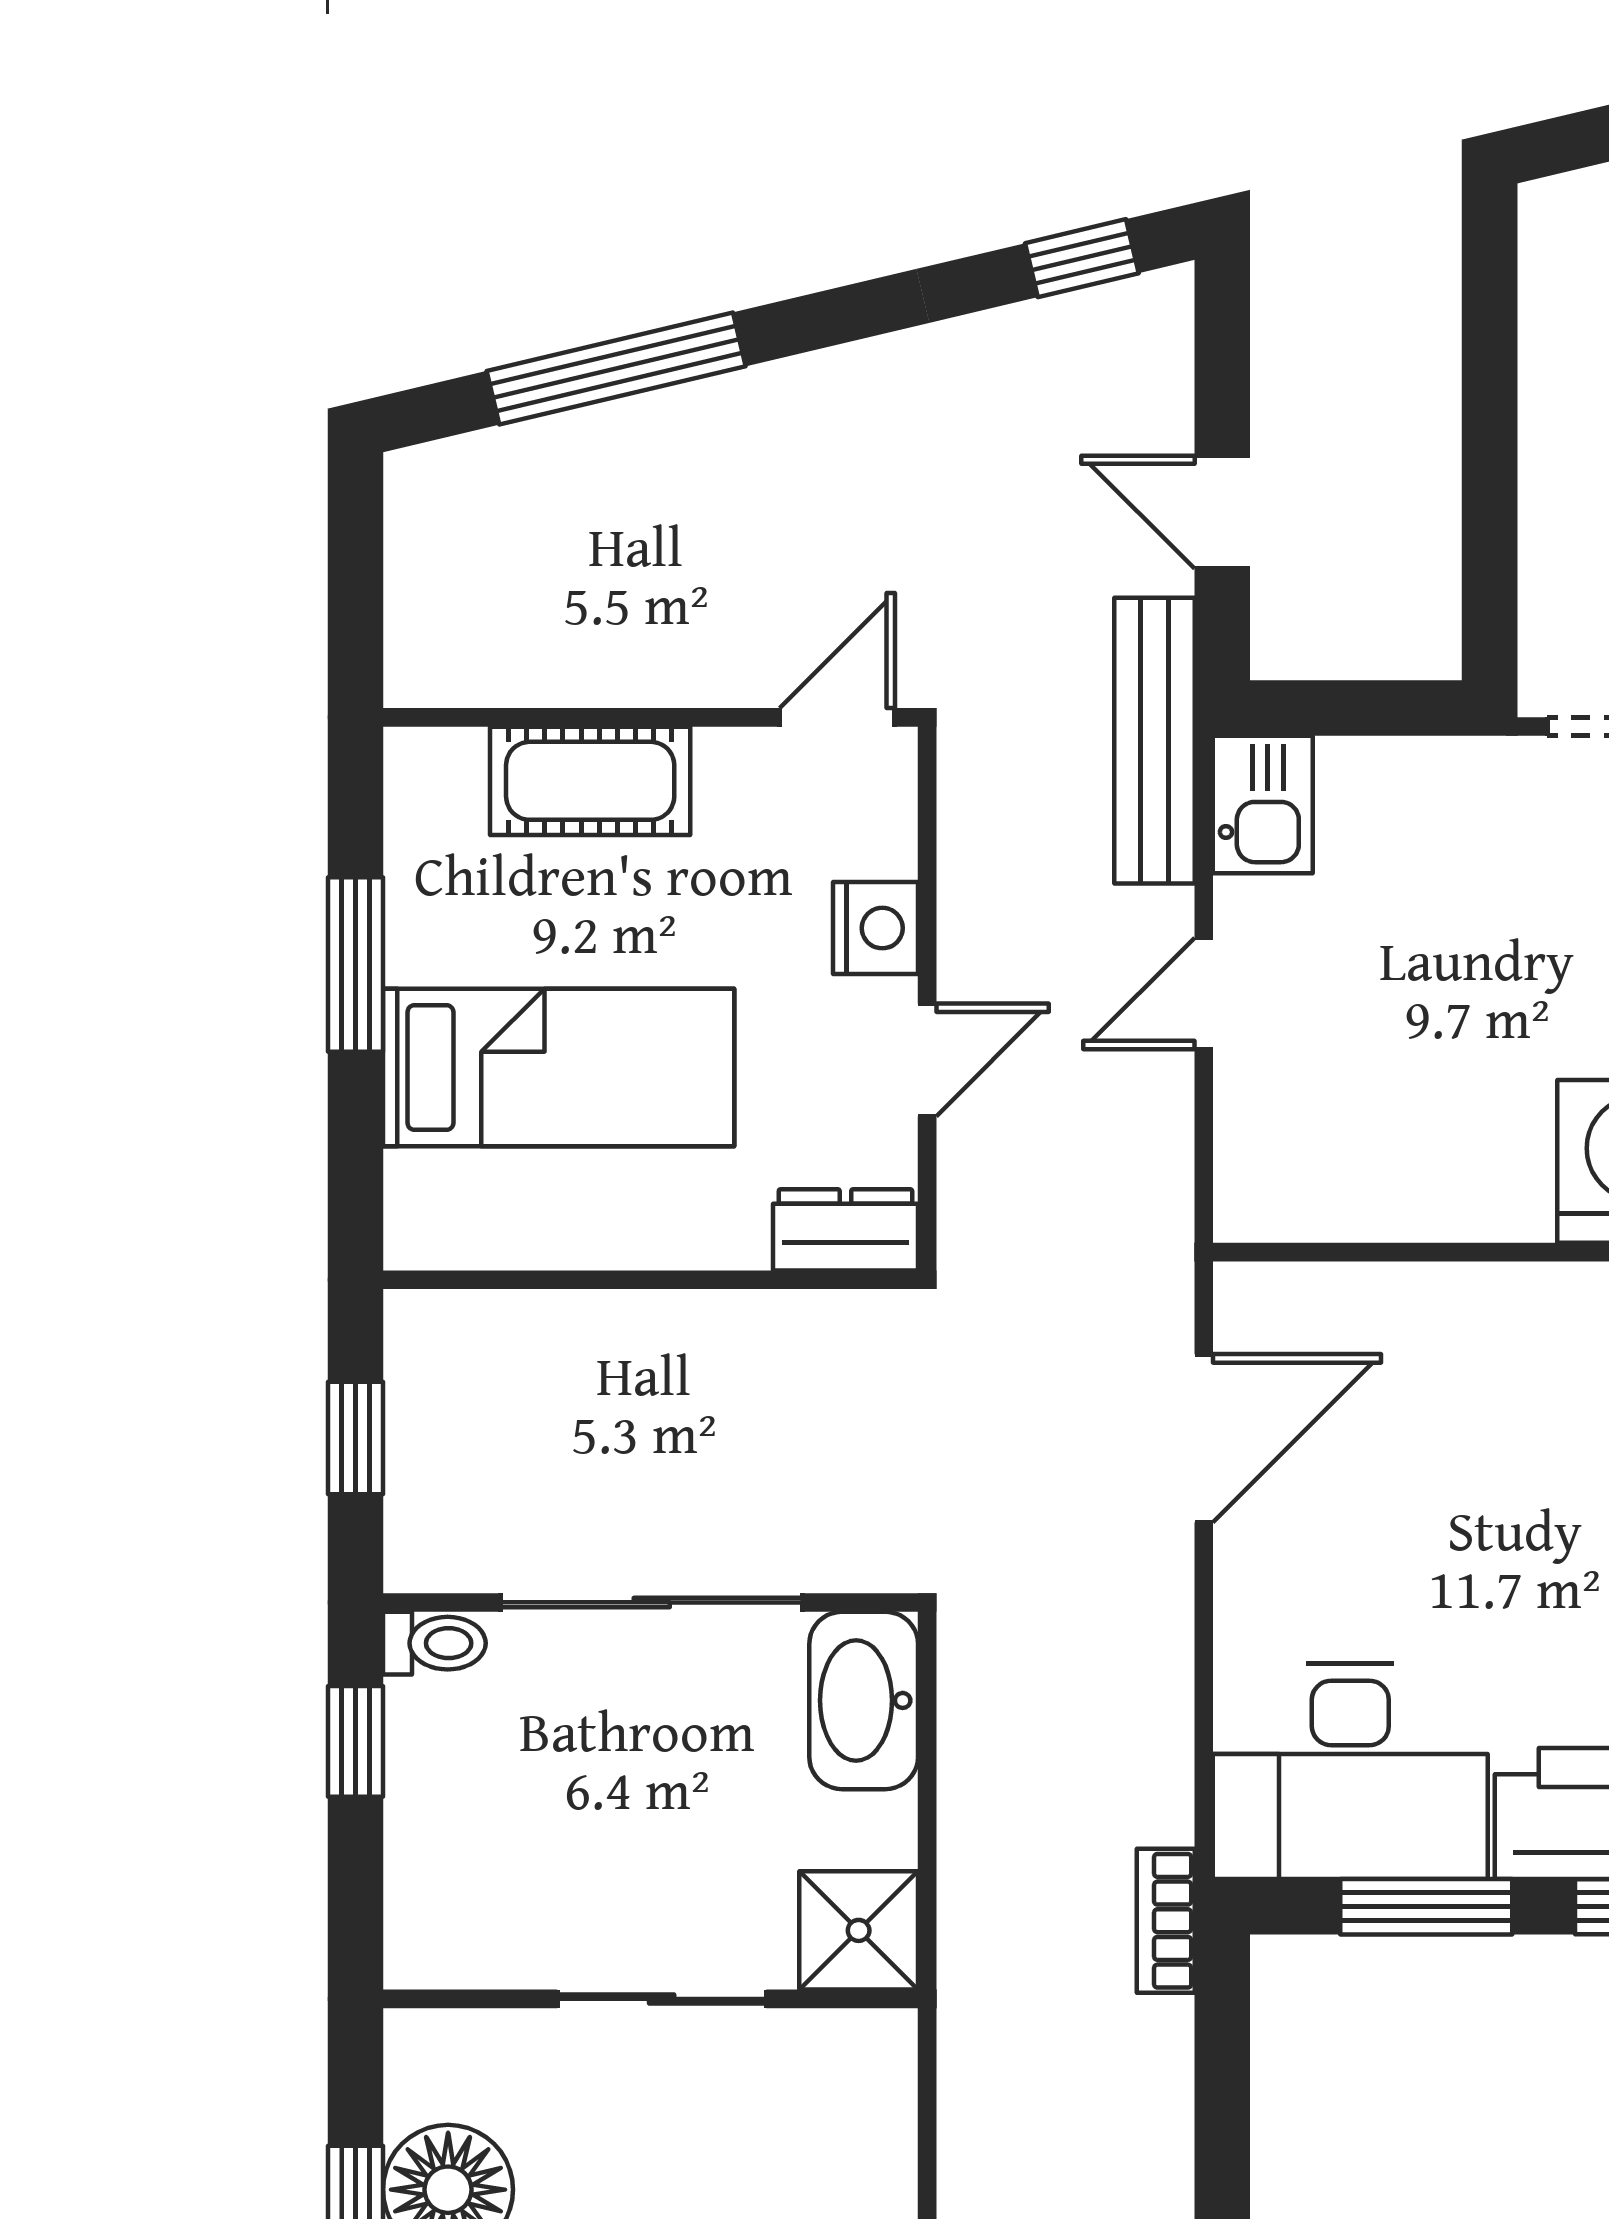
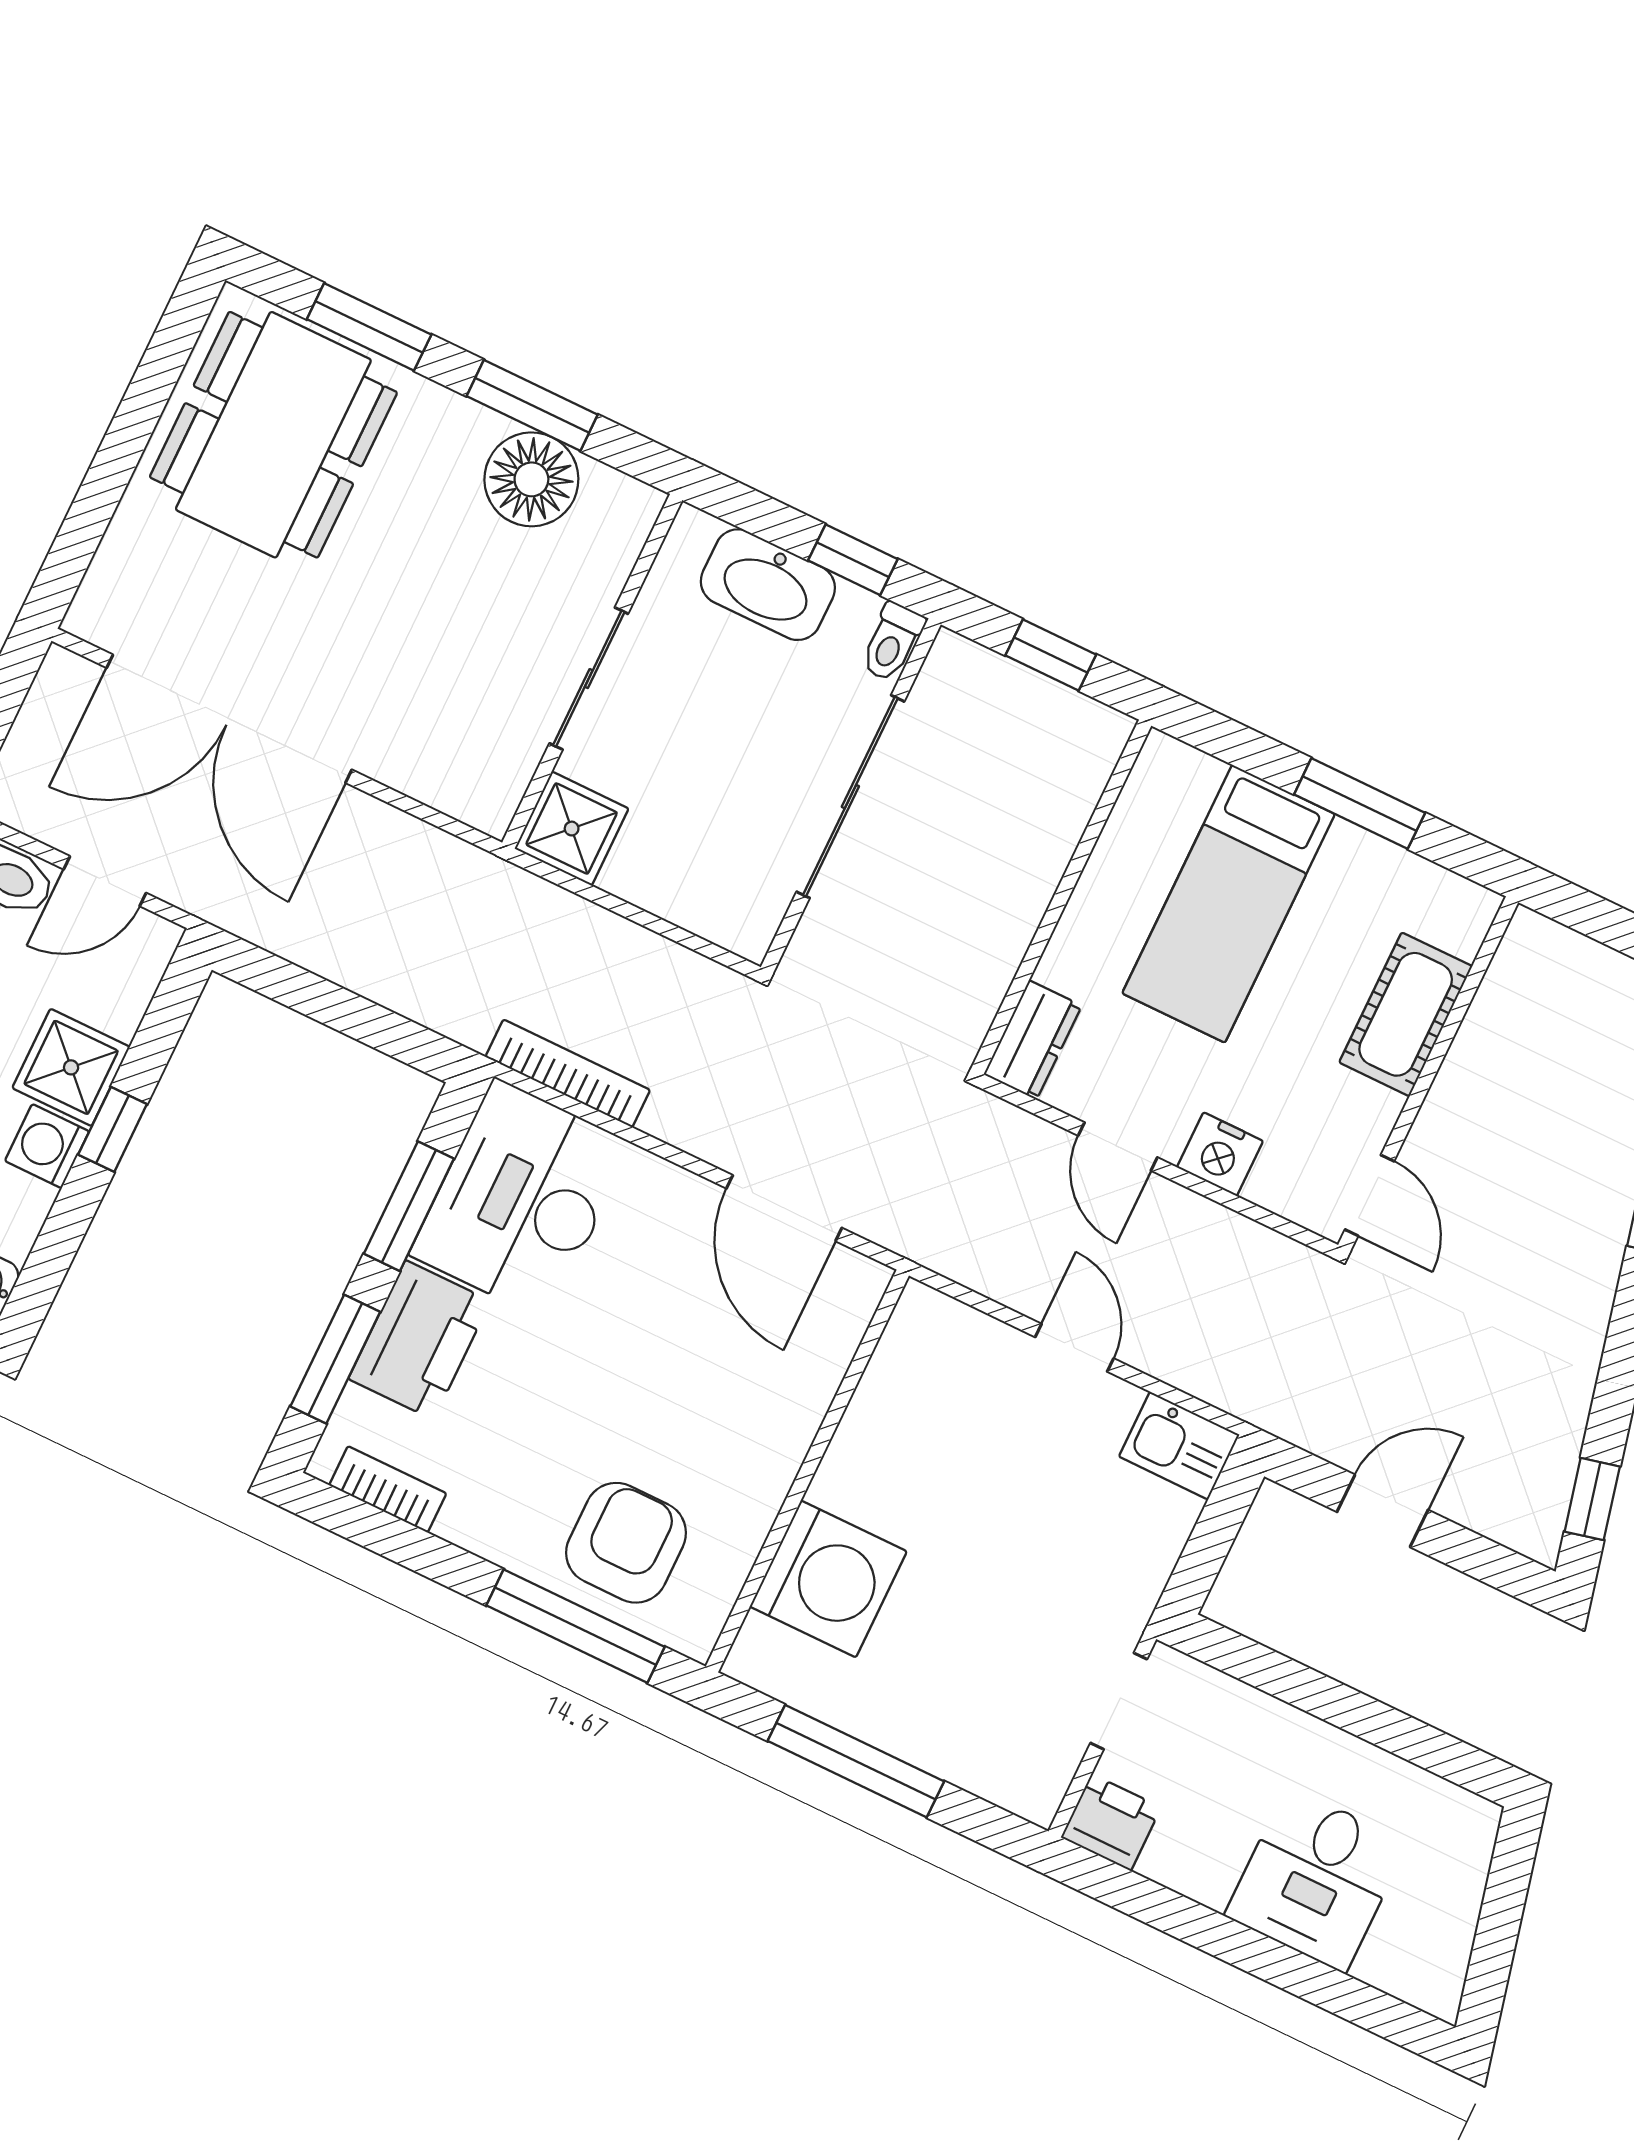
bench: (1155, 741) -> (1255, 1395), removed
washbasin: (864, 1700) -> (768, 585), moved, turned 180
bookcase: (1166, 1921) -> (568, 1073), moved, width x1.56

